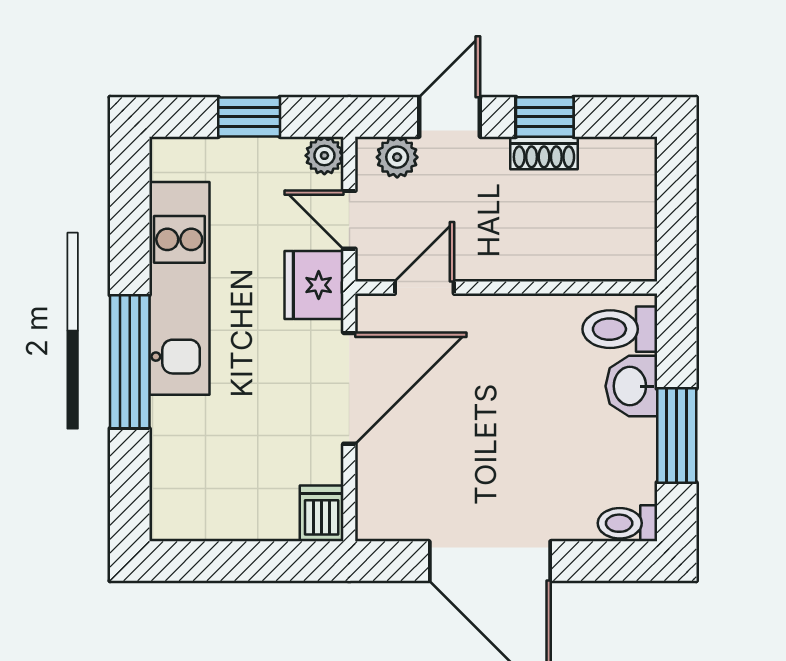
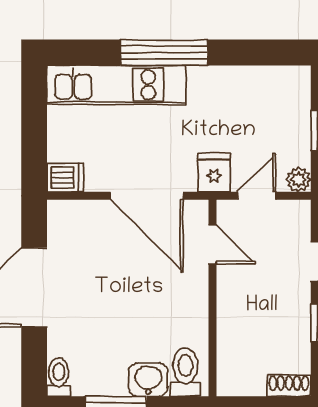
shoe rack: (544, 153) -> (289, 386), moved, turned 90
plant: (397, 157) -> (297, 227), removed
fridge: (314, 285) -> (214, 173), width x0.72
kitchen unit: (179, 288) -> (116, 85), moved

